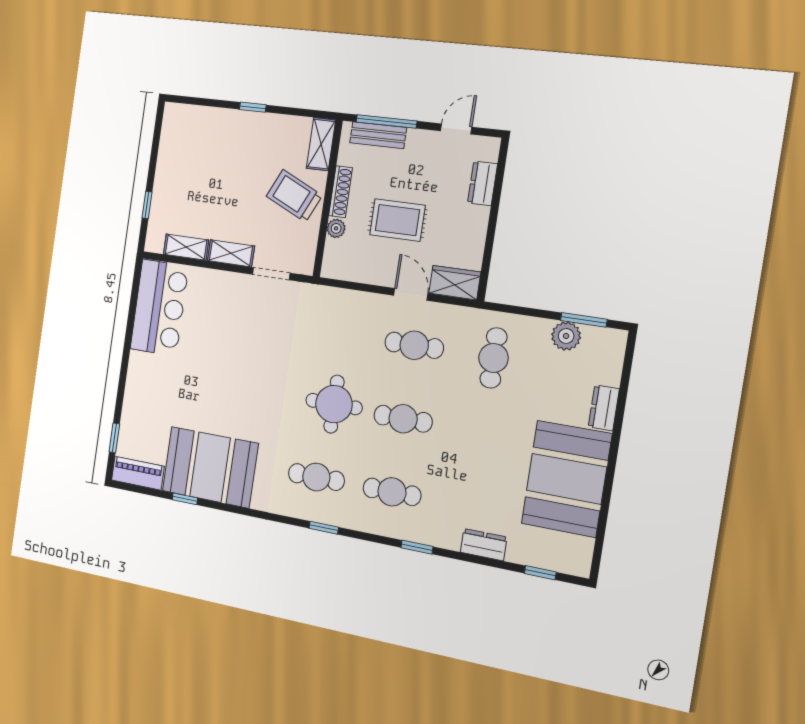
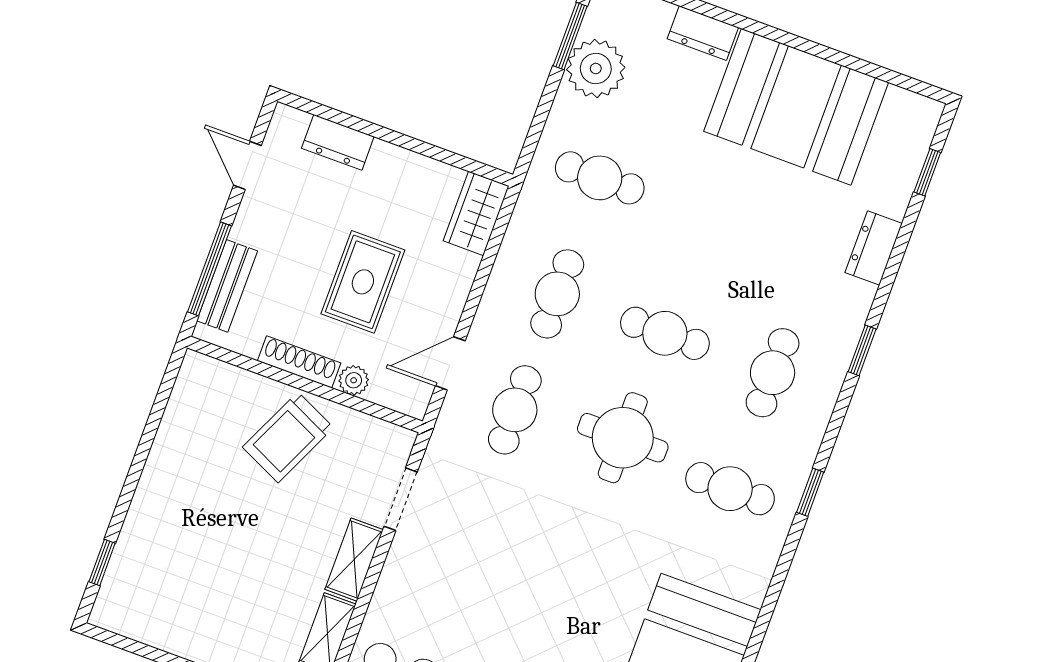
window: (253, 107) -> (102, 562), moved
shelving: (321, 144) -> (218, 378), removed
door: (411, 294) -> (450, 363), moved
cafe table: (338, 333) -> (515, 410), added
plant: (566, 336) -> (596, 68), width x1.36, depth x1.36
cafe table: (403, 419) -> (665, 333), turned 90
cafe table: (316, 477) -> (730, 489), turned 90

